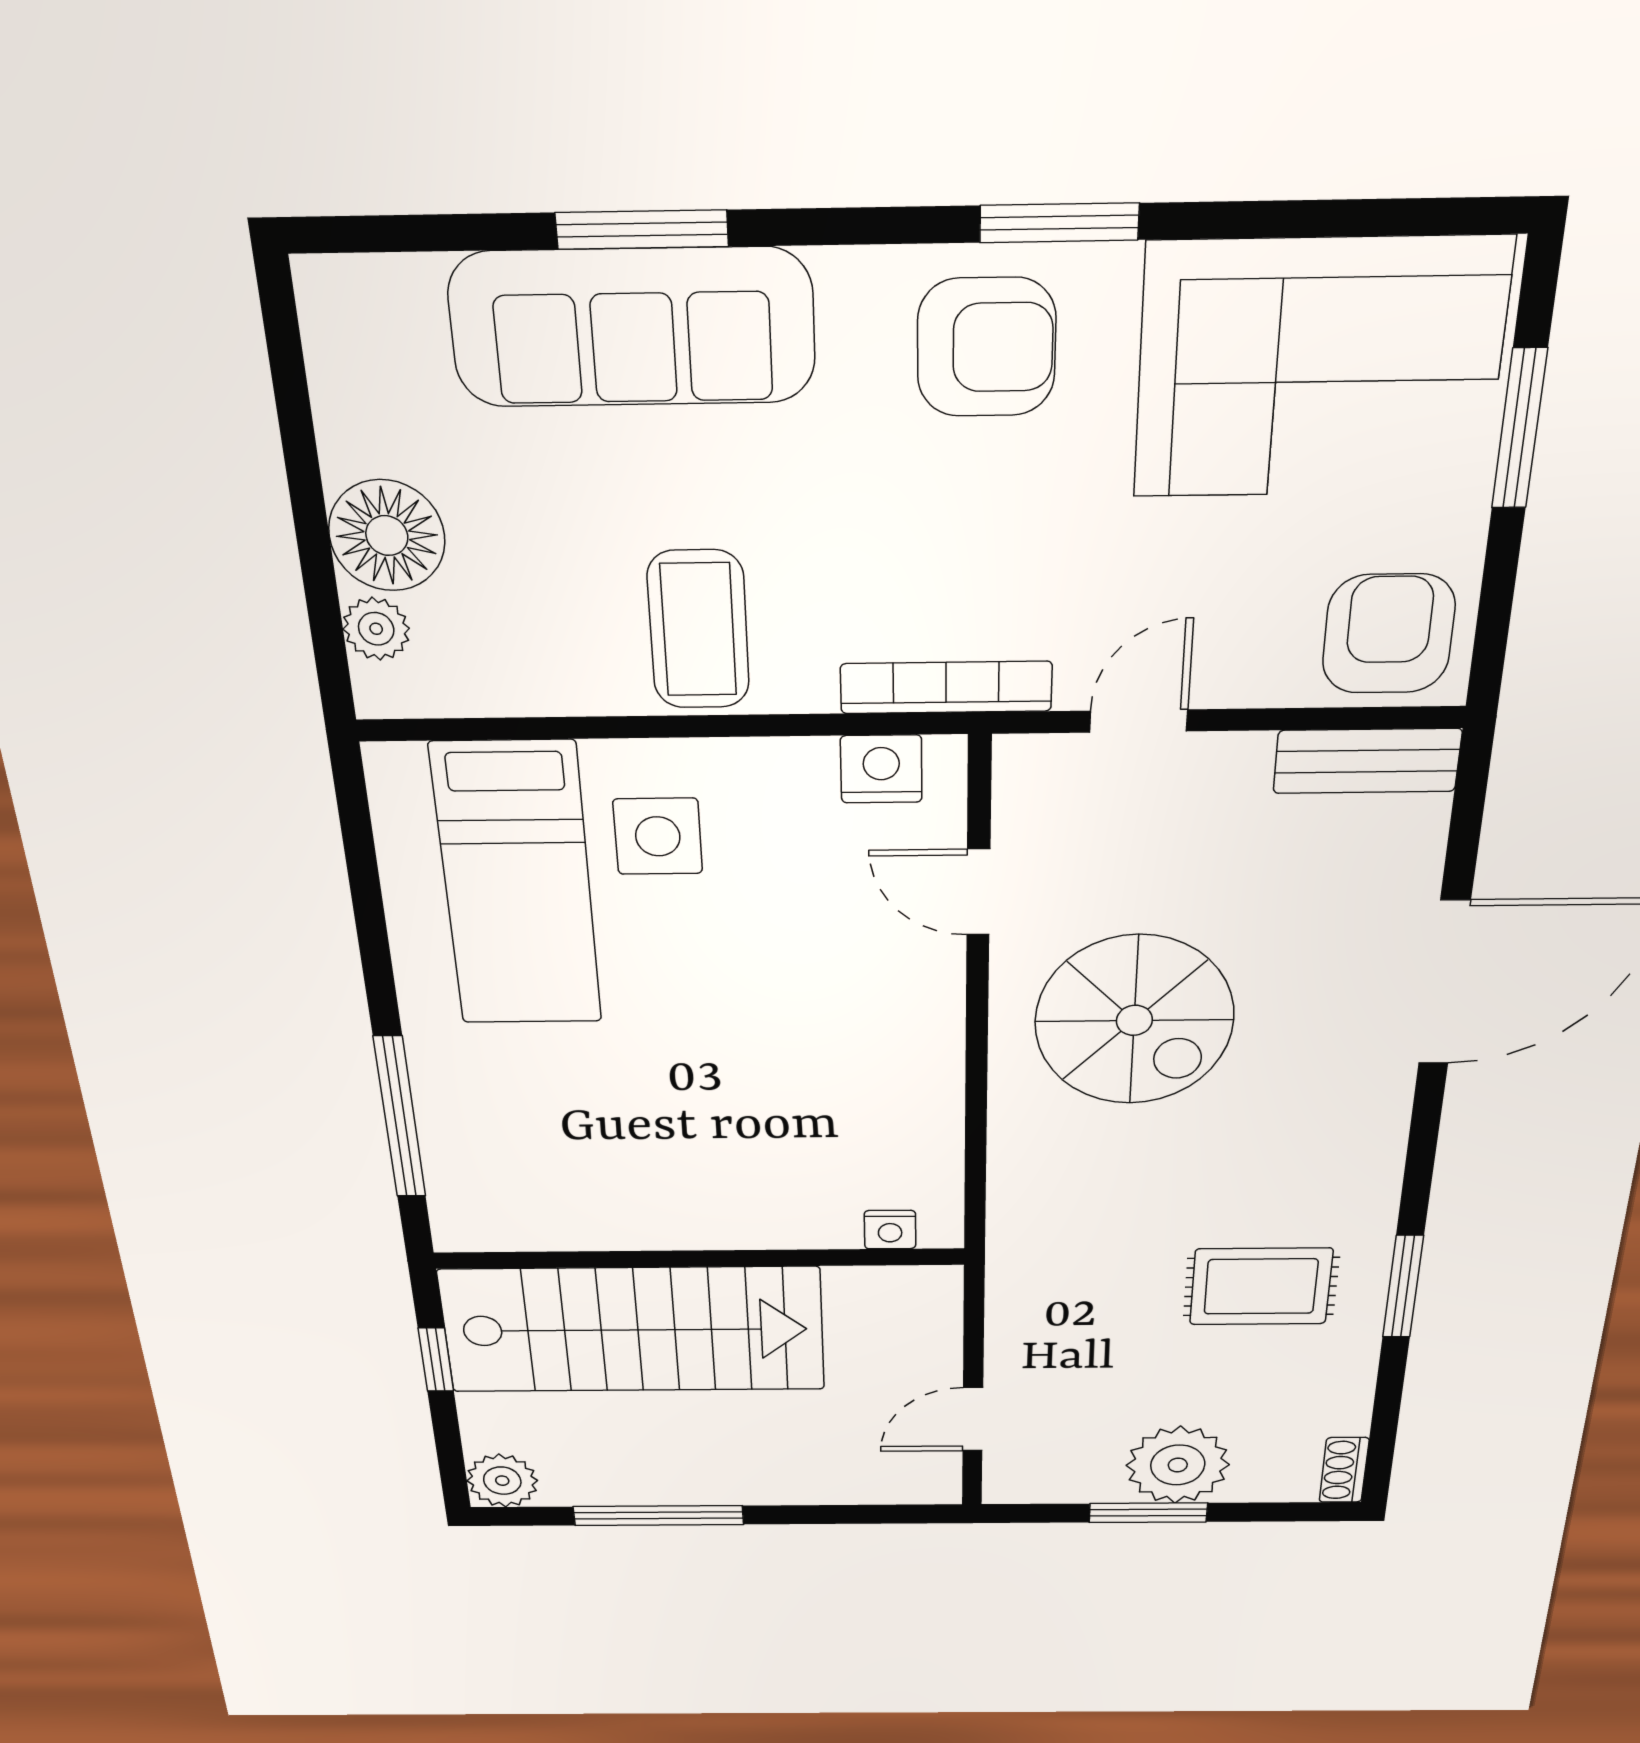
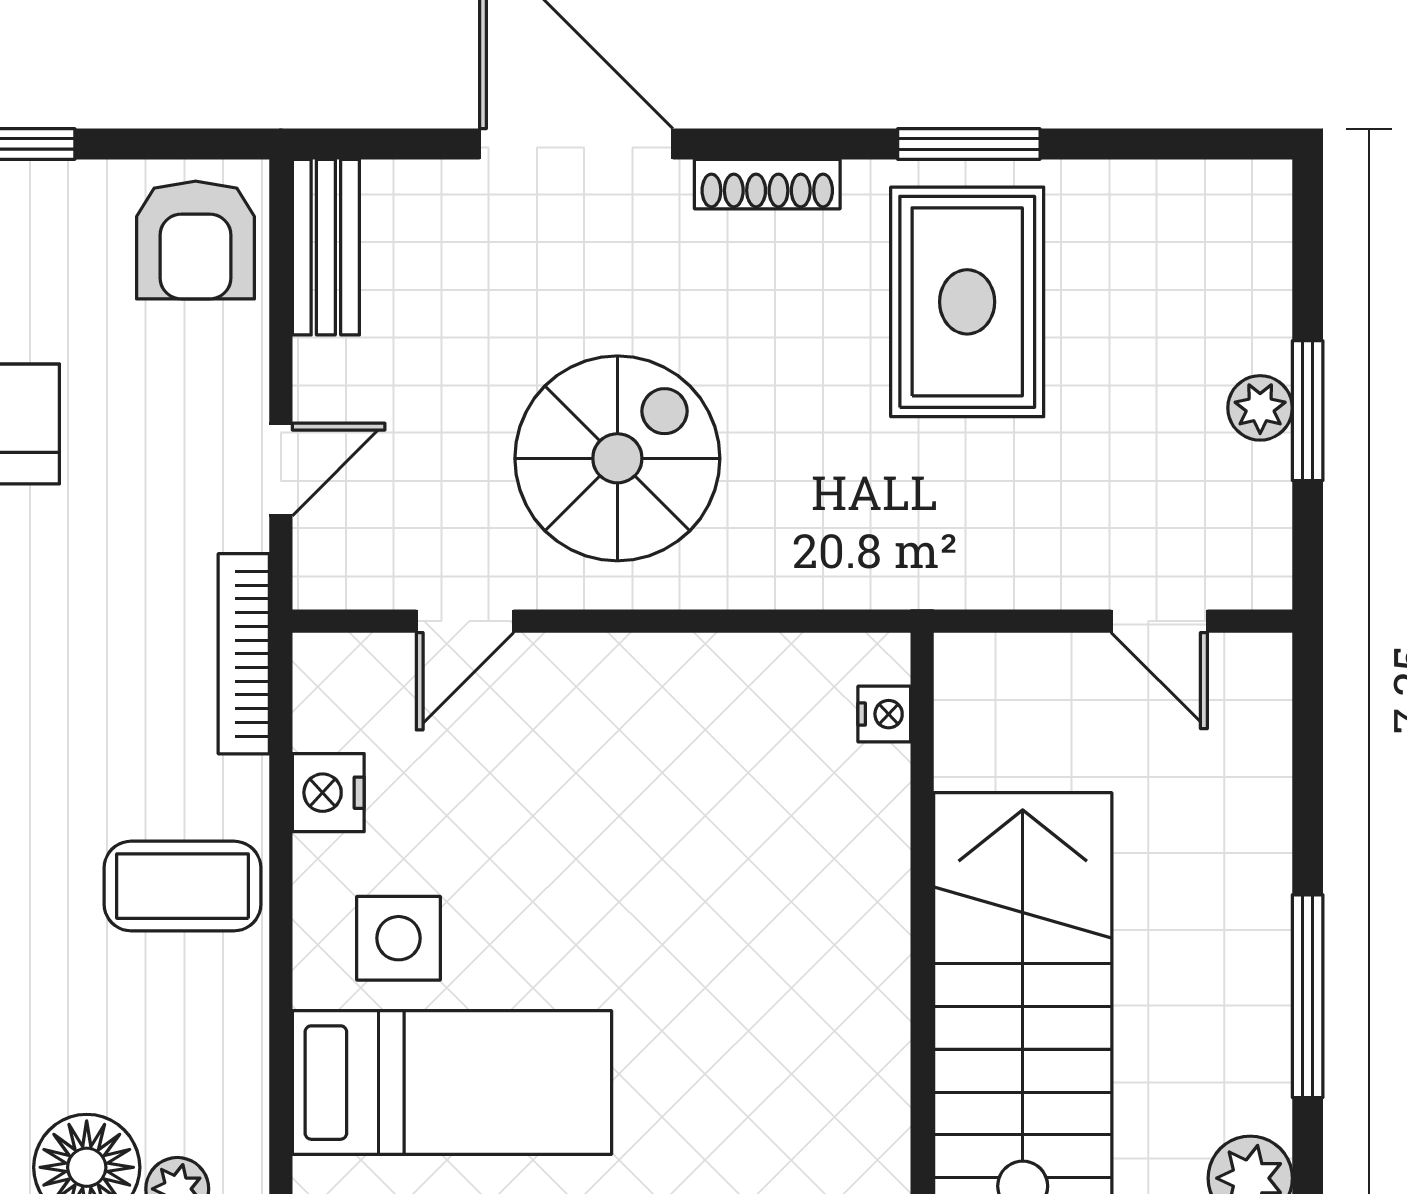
armchair: (1389, 634) -> (196, 240), turned -90
door: (1139, 721) -> (281, 469), swing flipped
nightstand: (881, 769) -> (328, 793), moved
rug: (1261, 1286) -> (967, 302), width x1.36, depth x1.43
plant: (1178, 1465) -> (1260, 408), width x0.53, depth x0.53
shoe rack: (1344, 1470) -> (767, 184), moved, width x1.43

